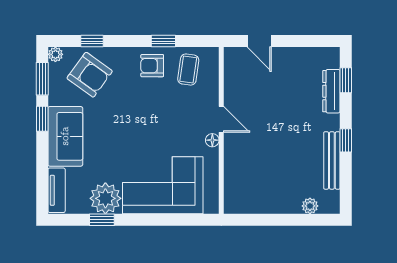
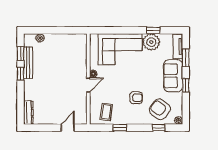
door: (259, 41) -> (68, 128), hinge flipped
armchair: (152, 66) -> (136, 98), moved
window: (42, 79) -> (186, 58), moved
window: (346, 80) -> (21, 54), moved
dresser: (331, 91) -> (28, 113), moved
door: (221, 119) -> (88, 85), swing flipped

